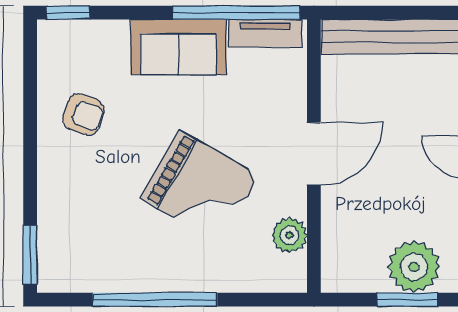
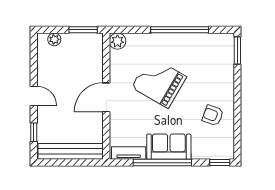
window: (236, 13) -> (162, 163), moved
plant: (289, 235) -> (117, 41), moved
plant: (414, 267) -> (54, 39), width x0.53, depth x0.53
window: (407, 300) -> (83, 30), moved

